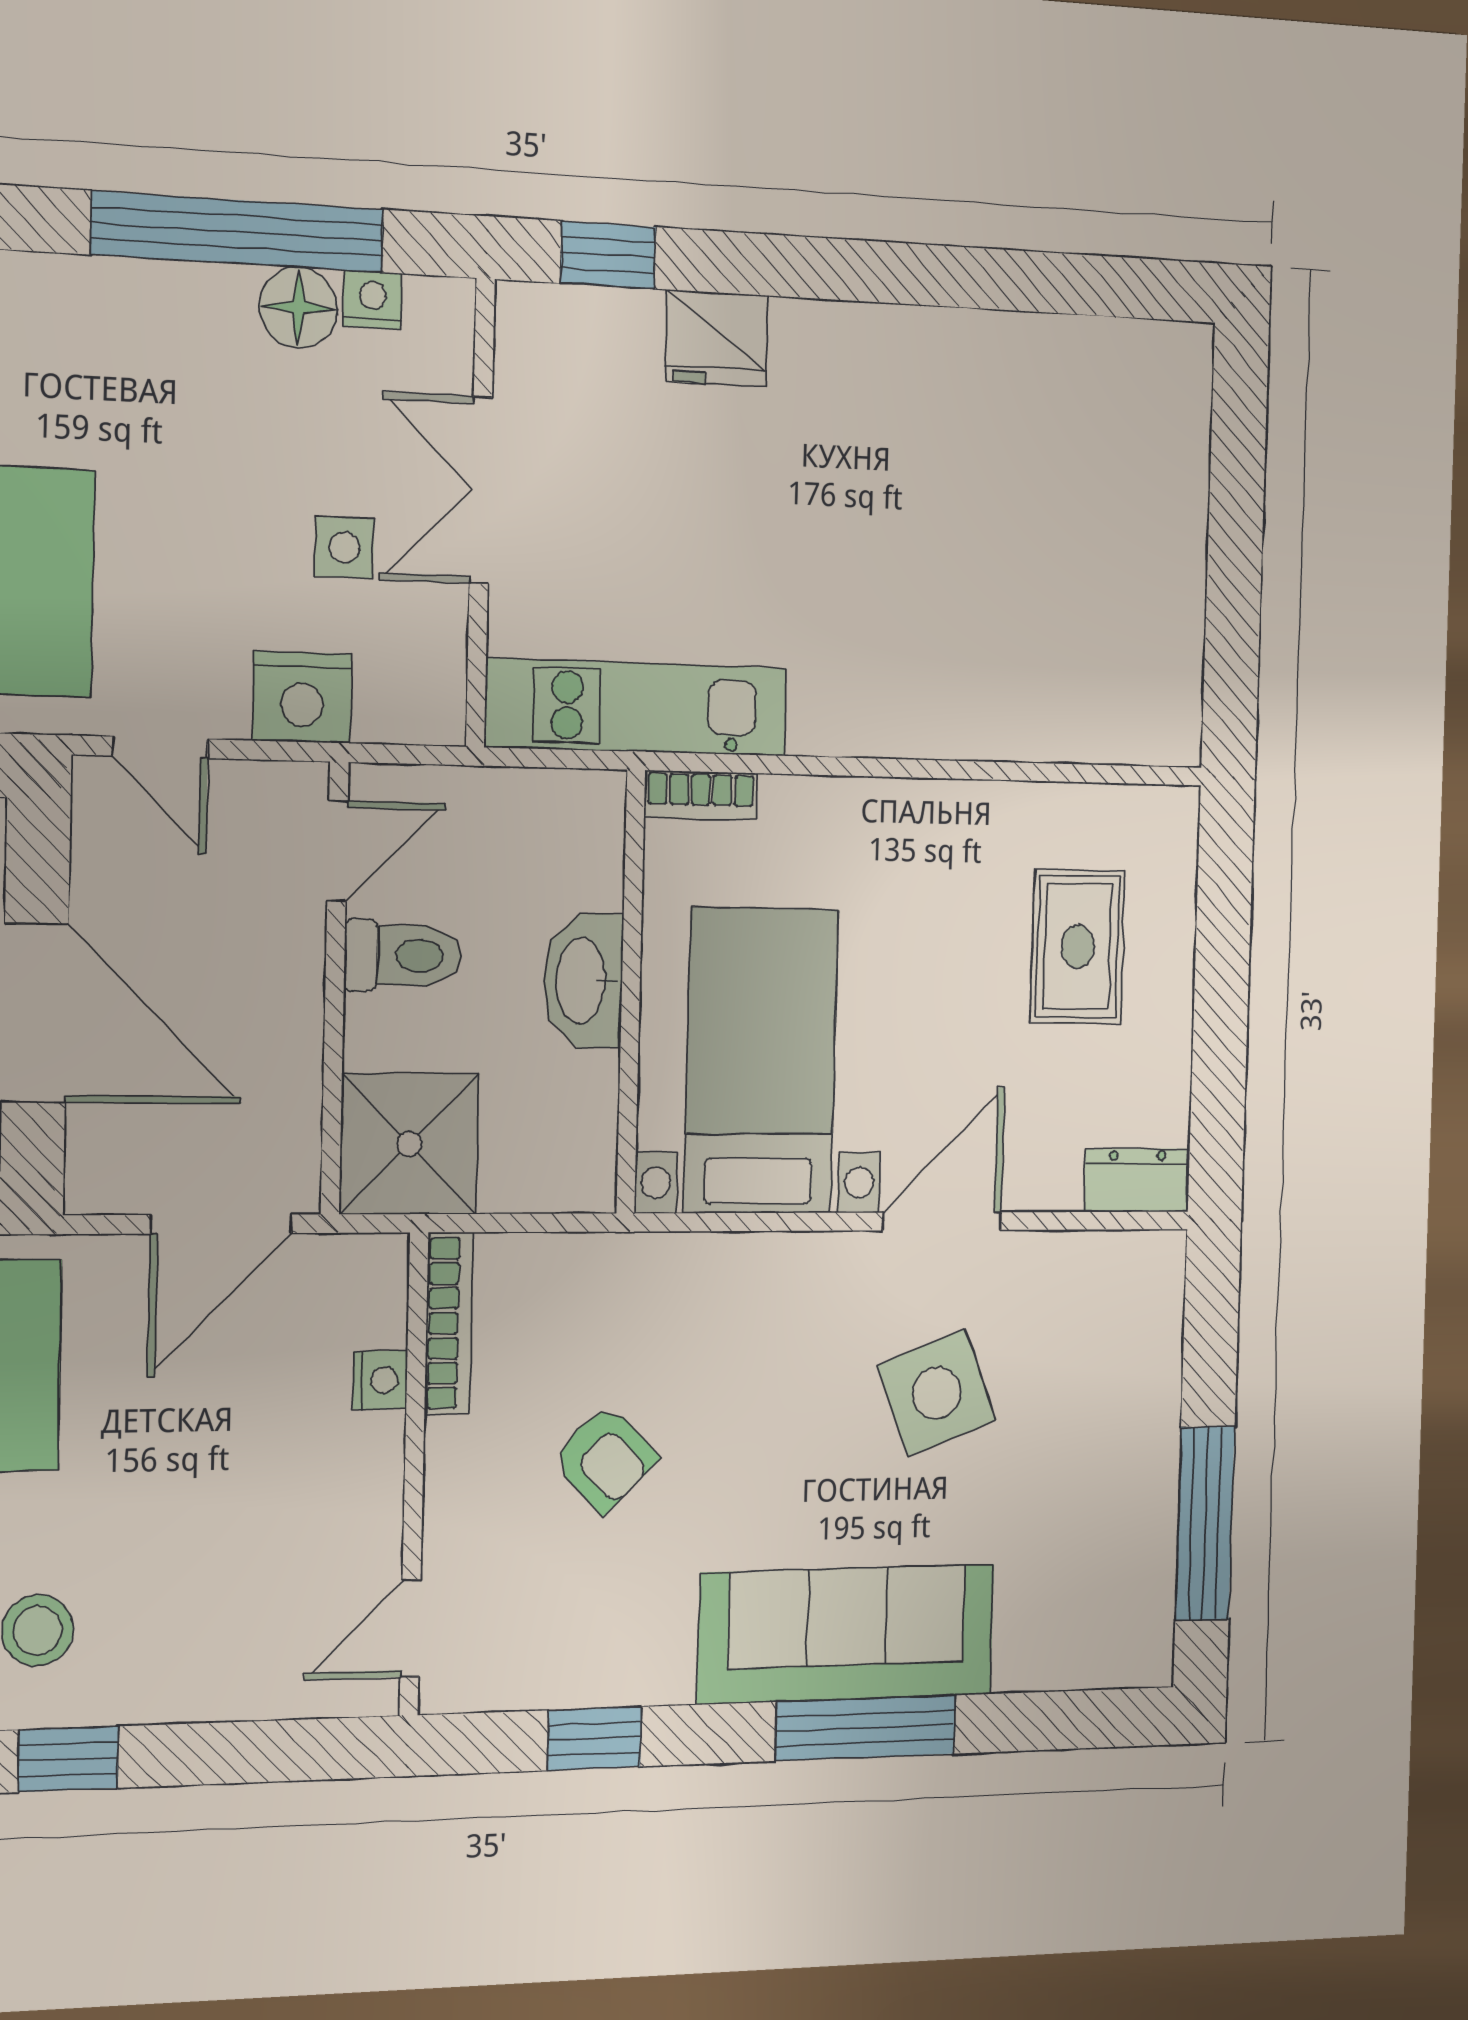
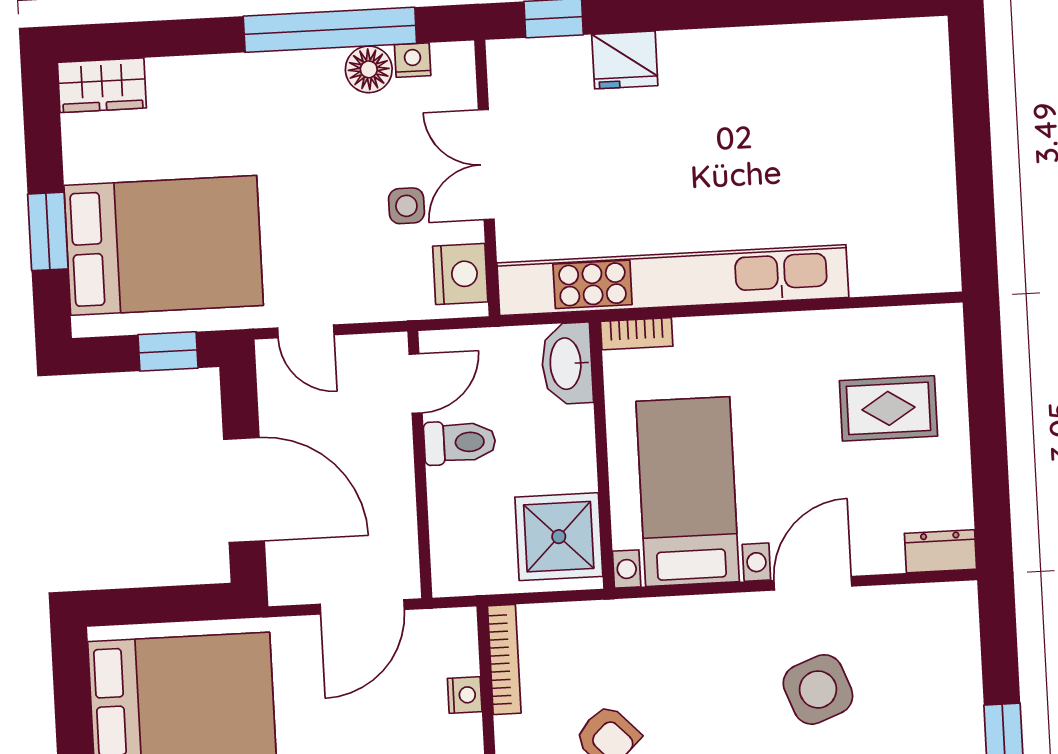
nightstand: (302, 697) -> (460, 274), moved, turned -90
kitchen unit: (636, 707) -> (673, 280), width x1.86
rug: (1078, 947) -> (888, 408), turned 90
washbasin: (583, 981) -> (567, 363), moved
shower: (409, 1144) -> (559, 537), moved

